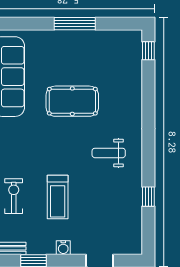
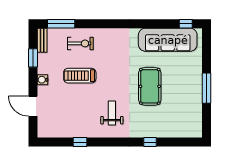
window: (148, 51) -> (150, 142), moved

